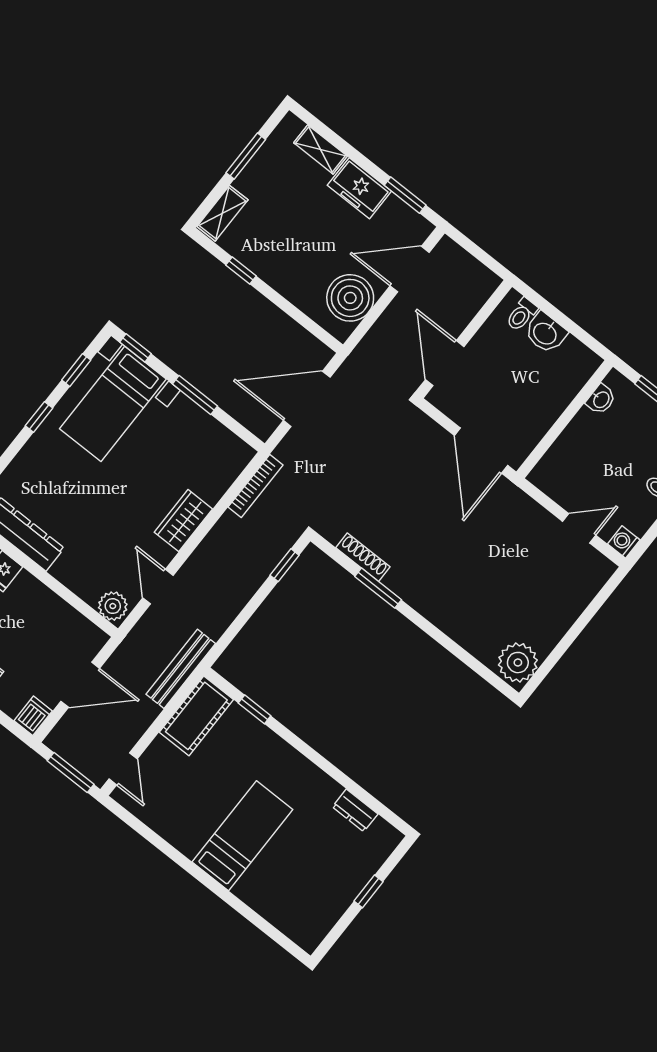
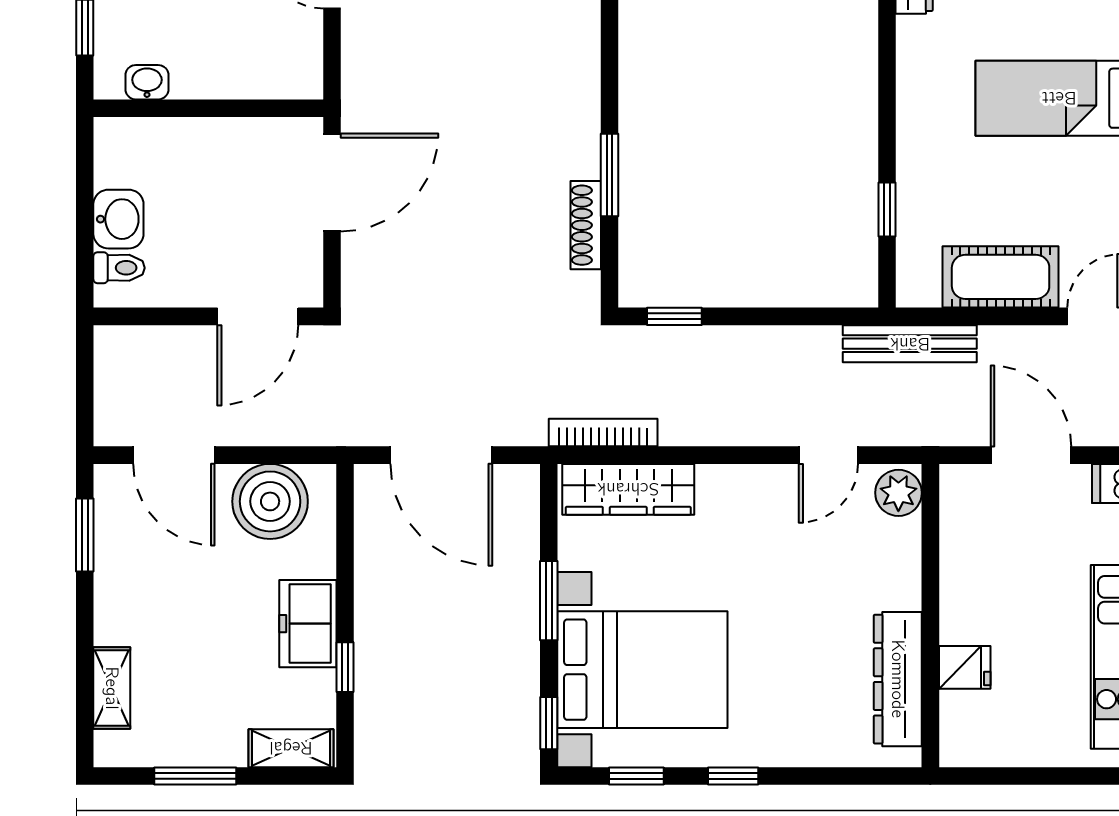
freezer: (359, 188) -> (308, 624), moved, turned 180
bed with nightstands: (113, 404) -> (642, 670), width x1.36
wardrobe: (183, 521) -> (628, 489), moved, width x1.50
cot: (196, 716) -> (1001, 277), moved

